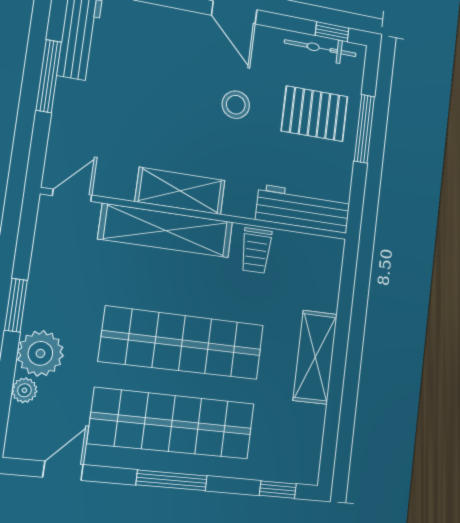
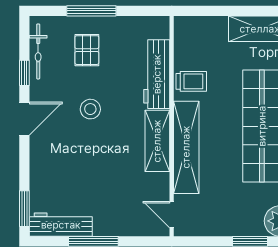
window: (332, 32) -> (24, 73), moved
pallet: (315, 114) -> (87, 50), width x0.67, depth x0.71
workbench: (303, 209) -> (157, 74), moved

